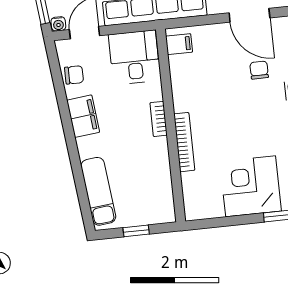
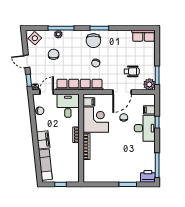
door: (249, 15) -> (122, 92), hinge flipped
filing cabinet: (83, 116) -> (43, 140), moved
corner desk: (251, 186) -> (96, 120), moved, turned 90

